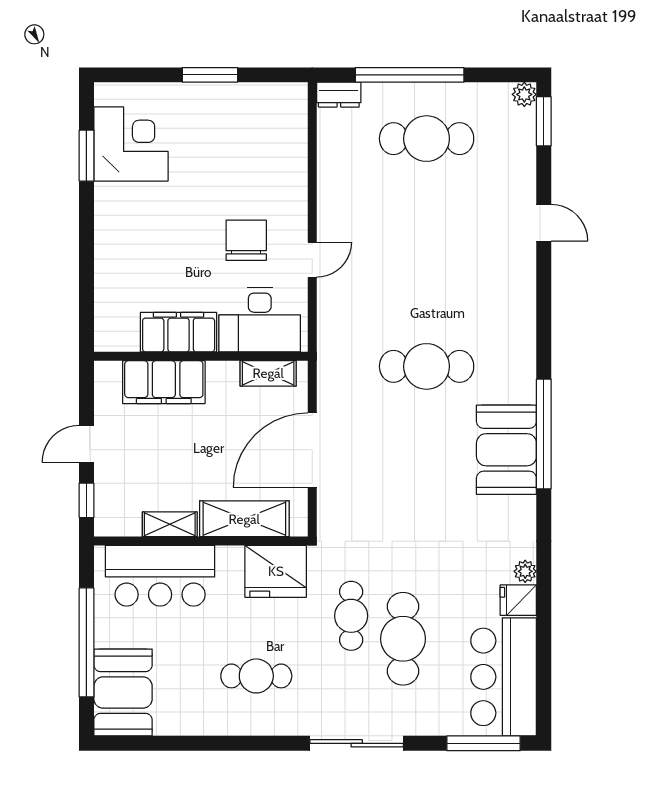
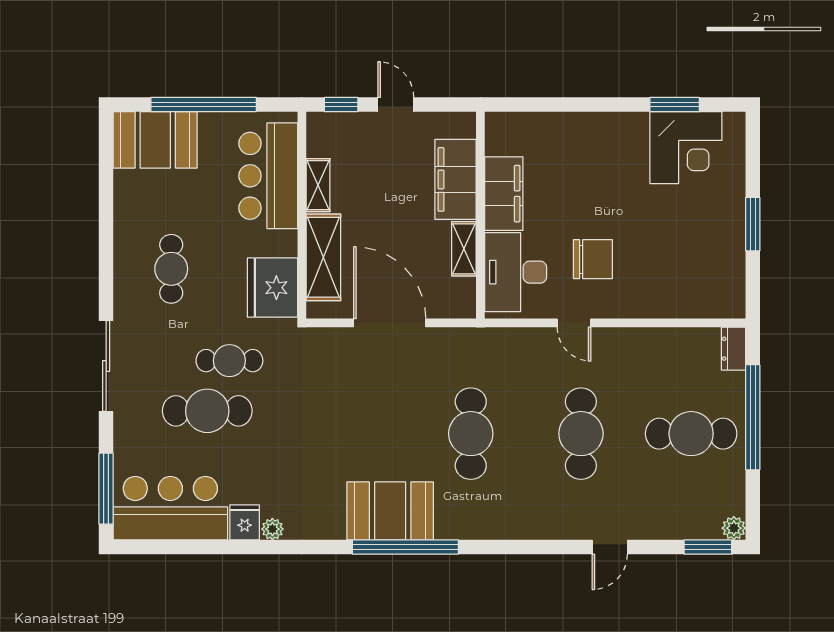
cafe table: (427, 139) -> (691, 434), turned 90
cafe table: (427, 252) -> (581, 434), added
shelving: (268, 373) -> (464, 249), moved

